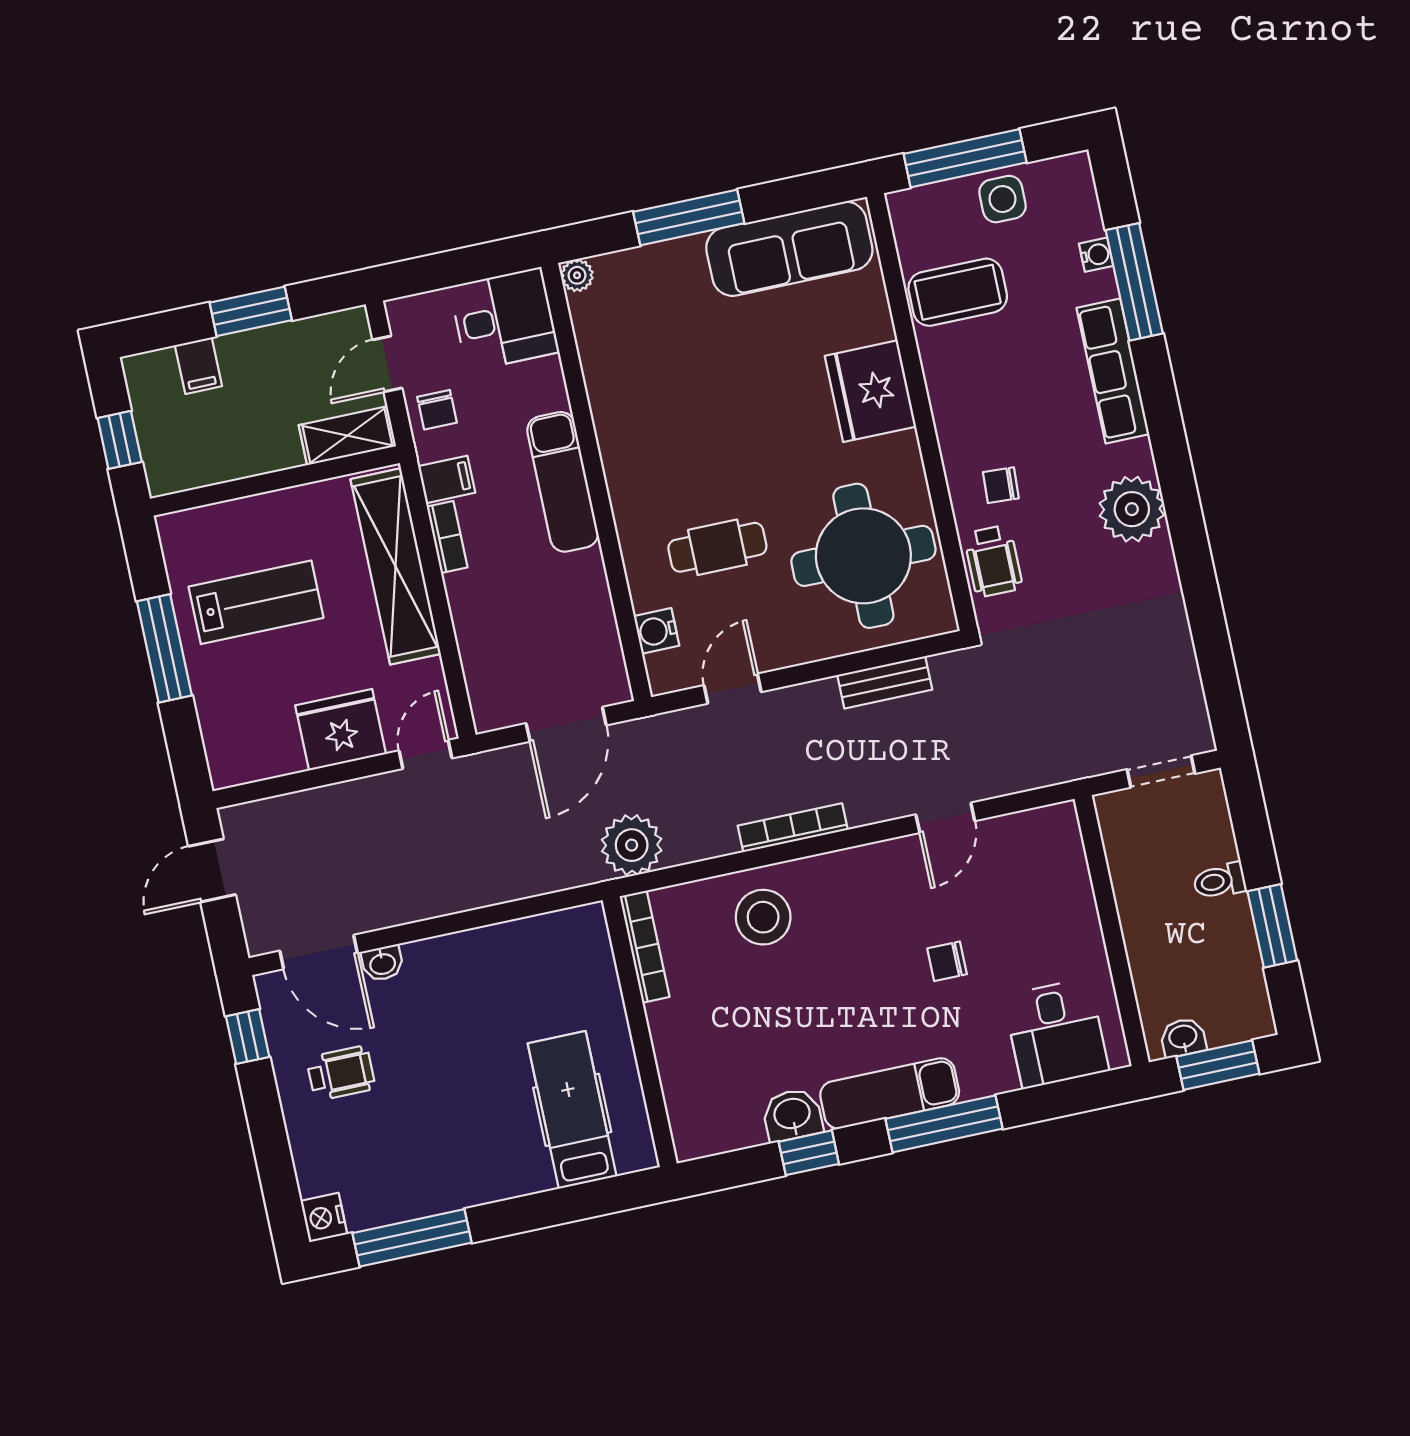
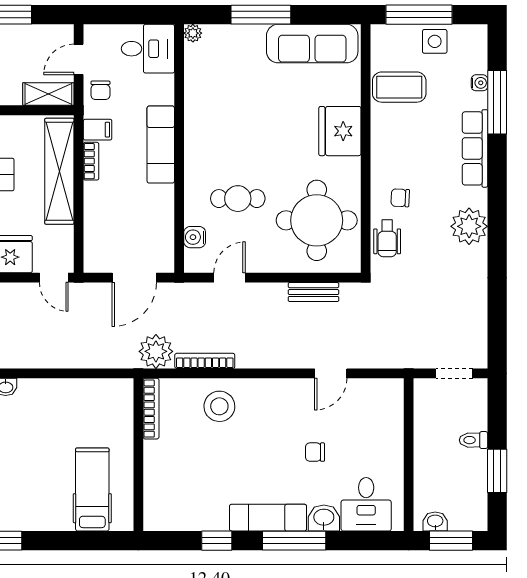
door: (426, 754) -> (54, 278), swing flipped
bookcase: (793, 828) -> (205, 361), moved
washbasin: (792, 1115) -> (324, 518), moved

